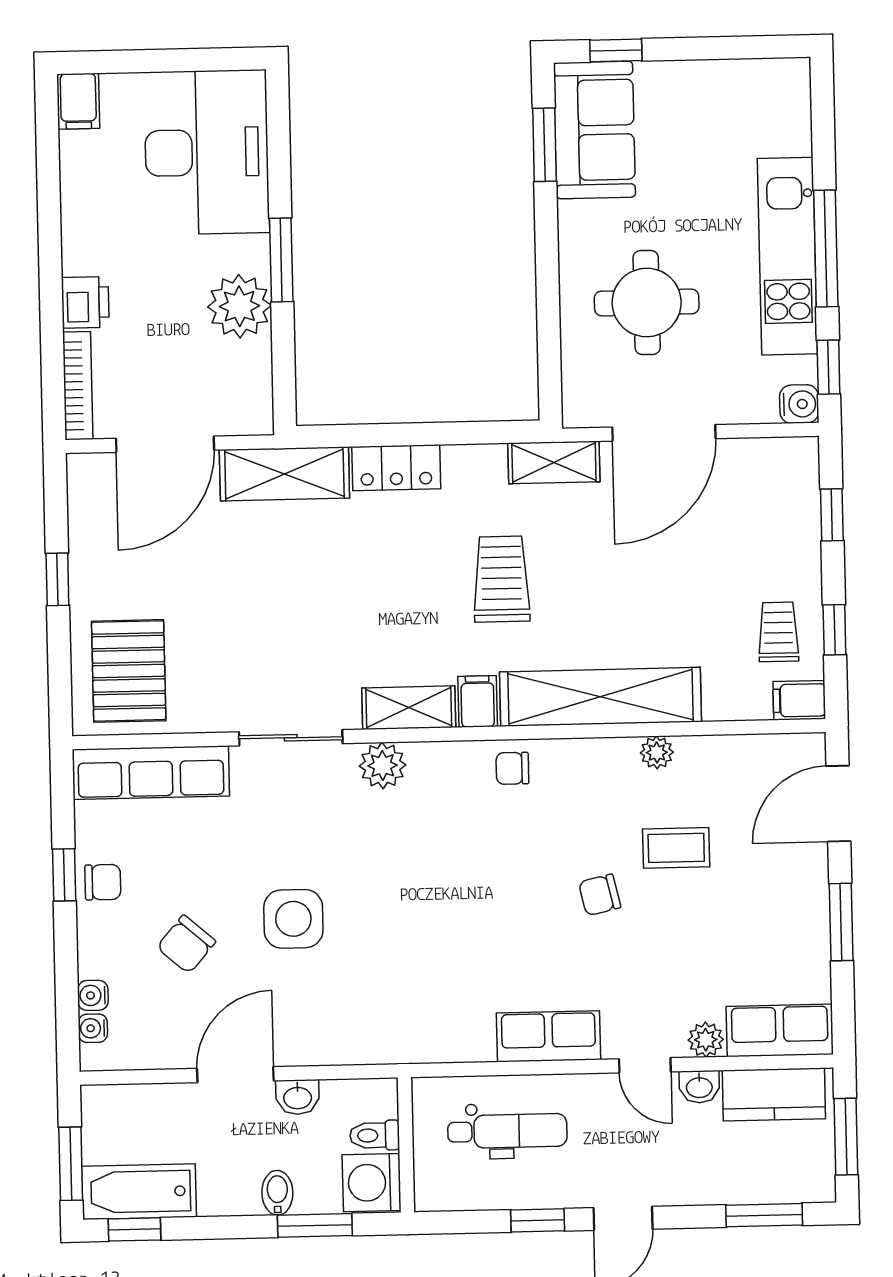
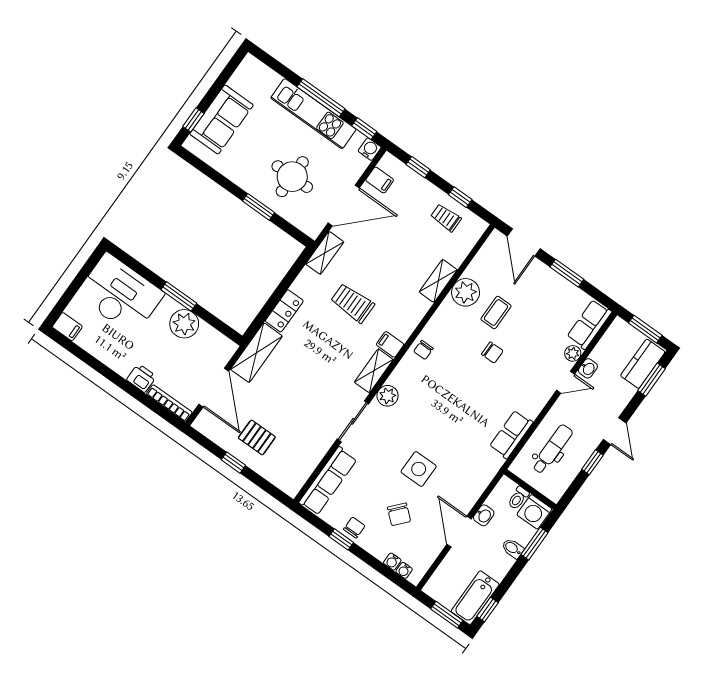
sofa: (594, 130) -> (221, 119), moved, turned 90
window: (544, 145) -> (258, 207), moved
door: (664, 433) -> (344, 205), hinge flipped
pallet: (129, 671) -> (257, 437), moved, width x0.67, depth x0.71
shelving: (601, 697) -> (438, 281), width x0.45, depth x0.75
filing cabinet: (799, 700) -> (380, 180), moved, turned -90
plant: (657, 752) -> (466, 292), width x1.88, depth x1.88
chair: (600, 895) -> (492, 353), turned -77
row of seats: (548, 1036) -> (511, 434), moved
kitchen counter: (774, 1094) -> (643, 364), moved, turned 180

